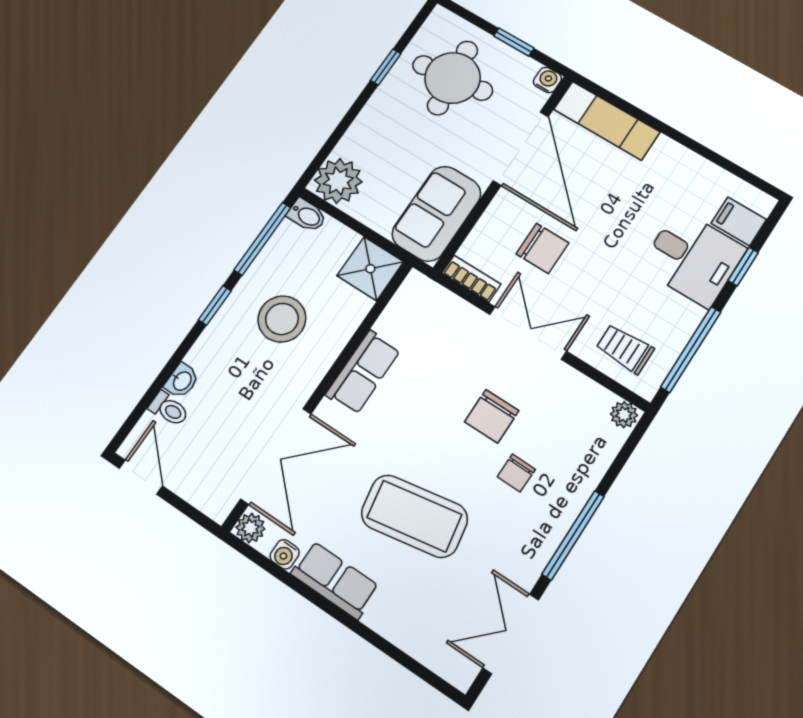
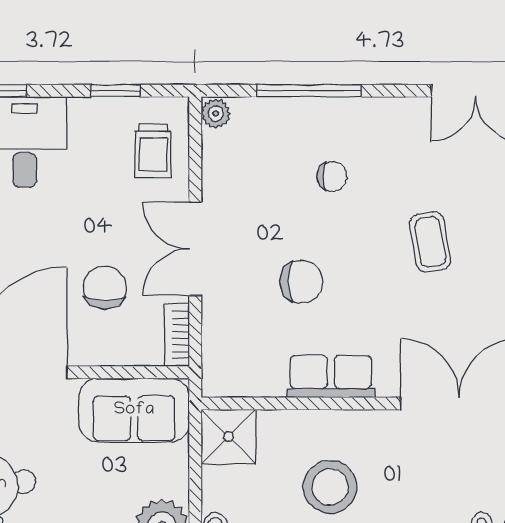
window: (691, 349) -> (115, 91), width x0.46
chair: (492, 416) -> (301, 282), moved
coffee table: (414, 516) -> (430, 242), width x0.54, depth x0.58
window: (573, 535) -> (309, 91), moved

